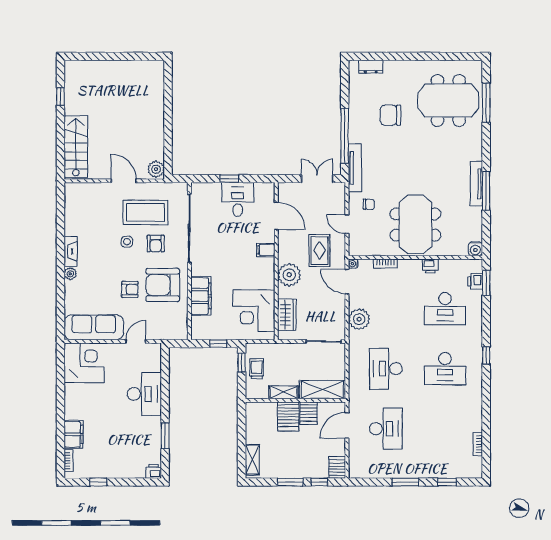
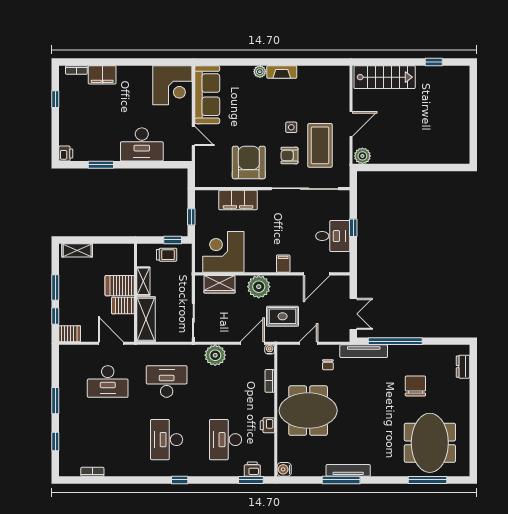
armchair: (130, 289) -> (244, 130), removed

